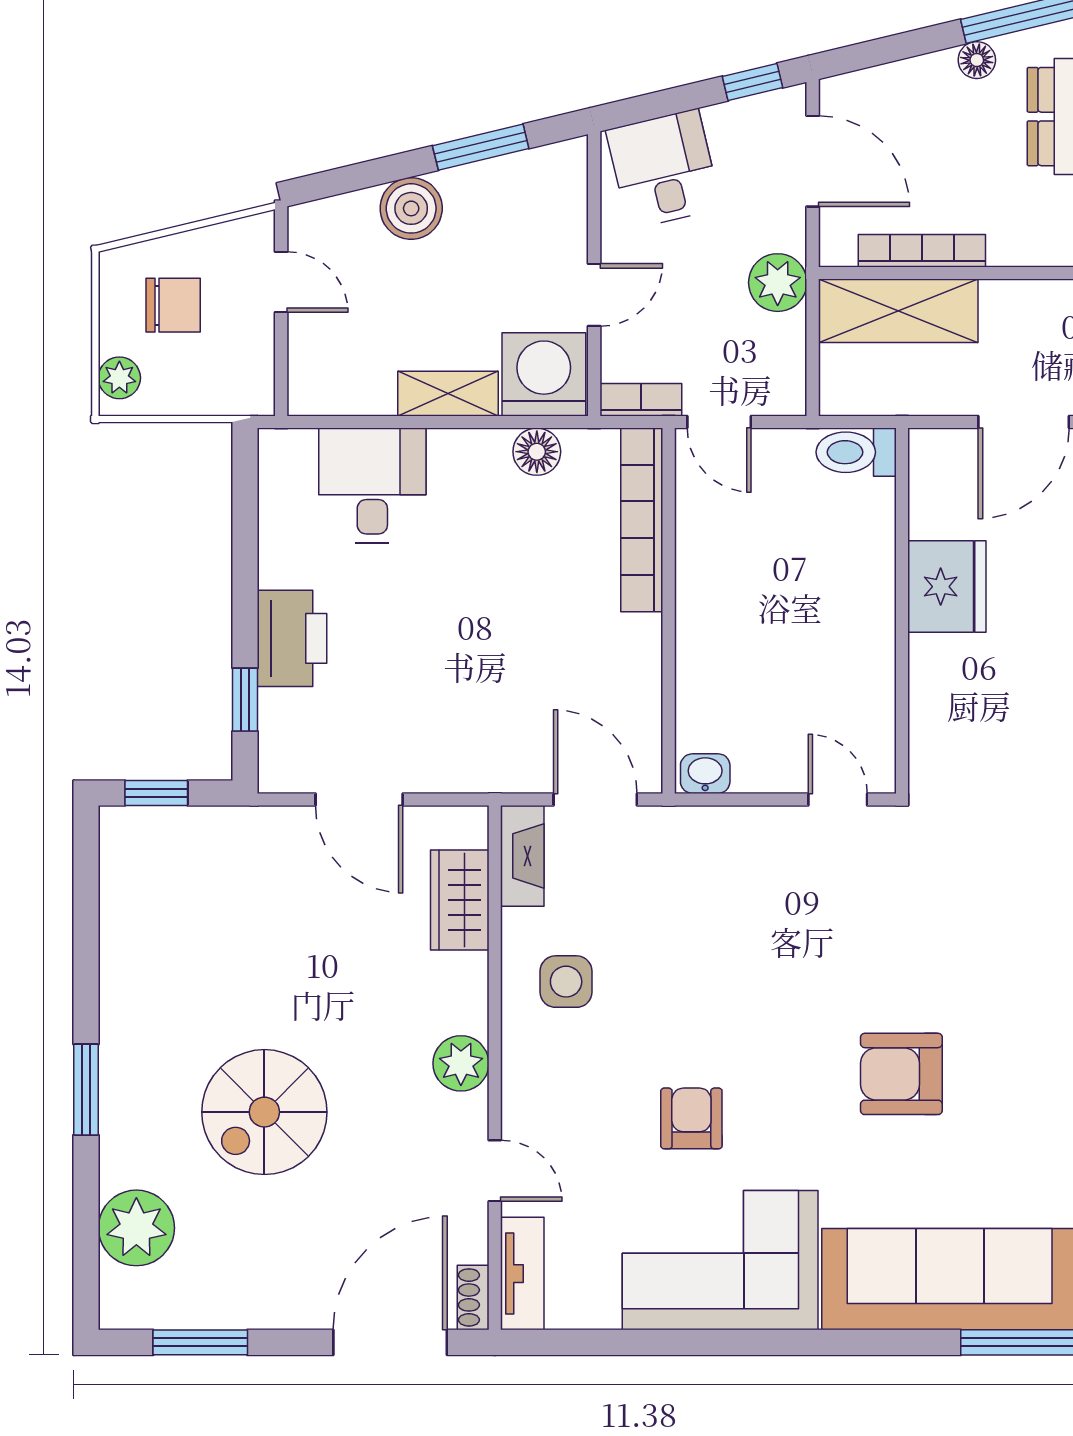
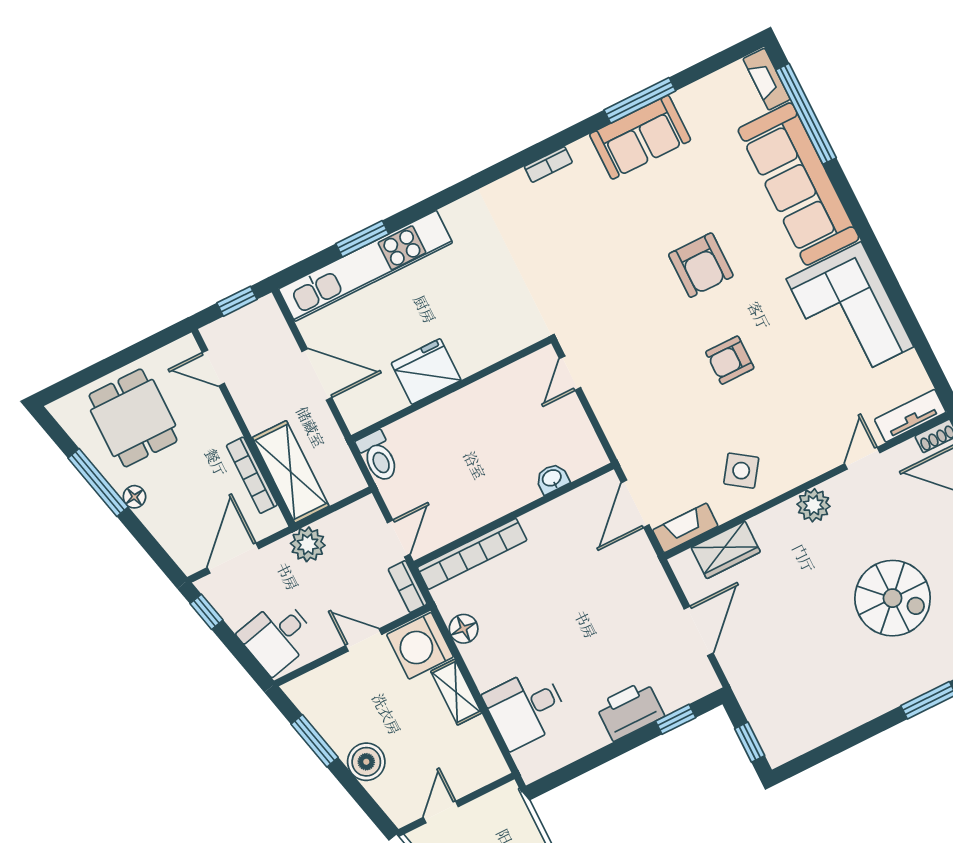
washbasin: (705, 774) -> (552, 479), moved, turned 90
side table: (566, 982) -> (741, 471), turned 35
armchair: (691, 1118) -> (730, 360), moved

